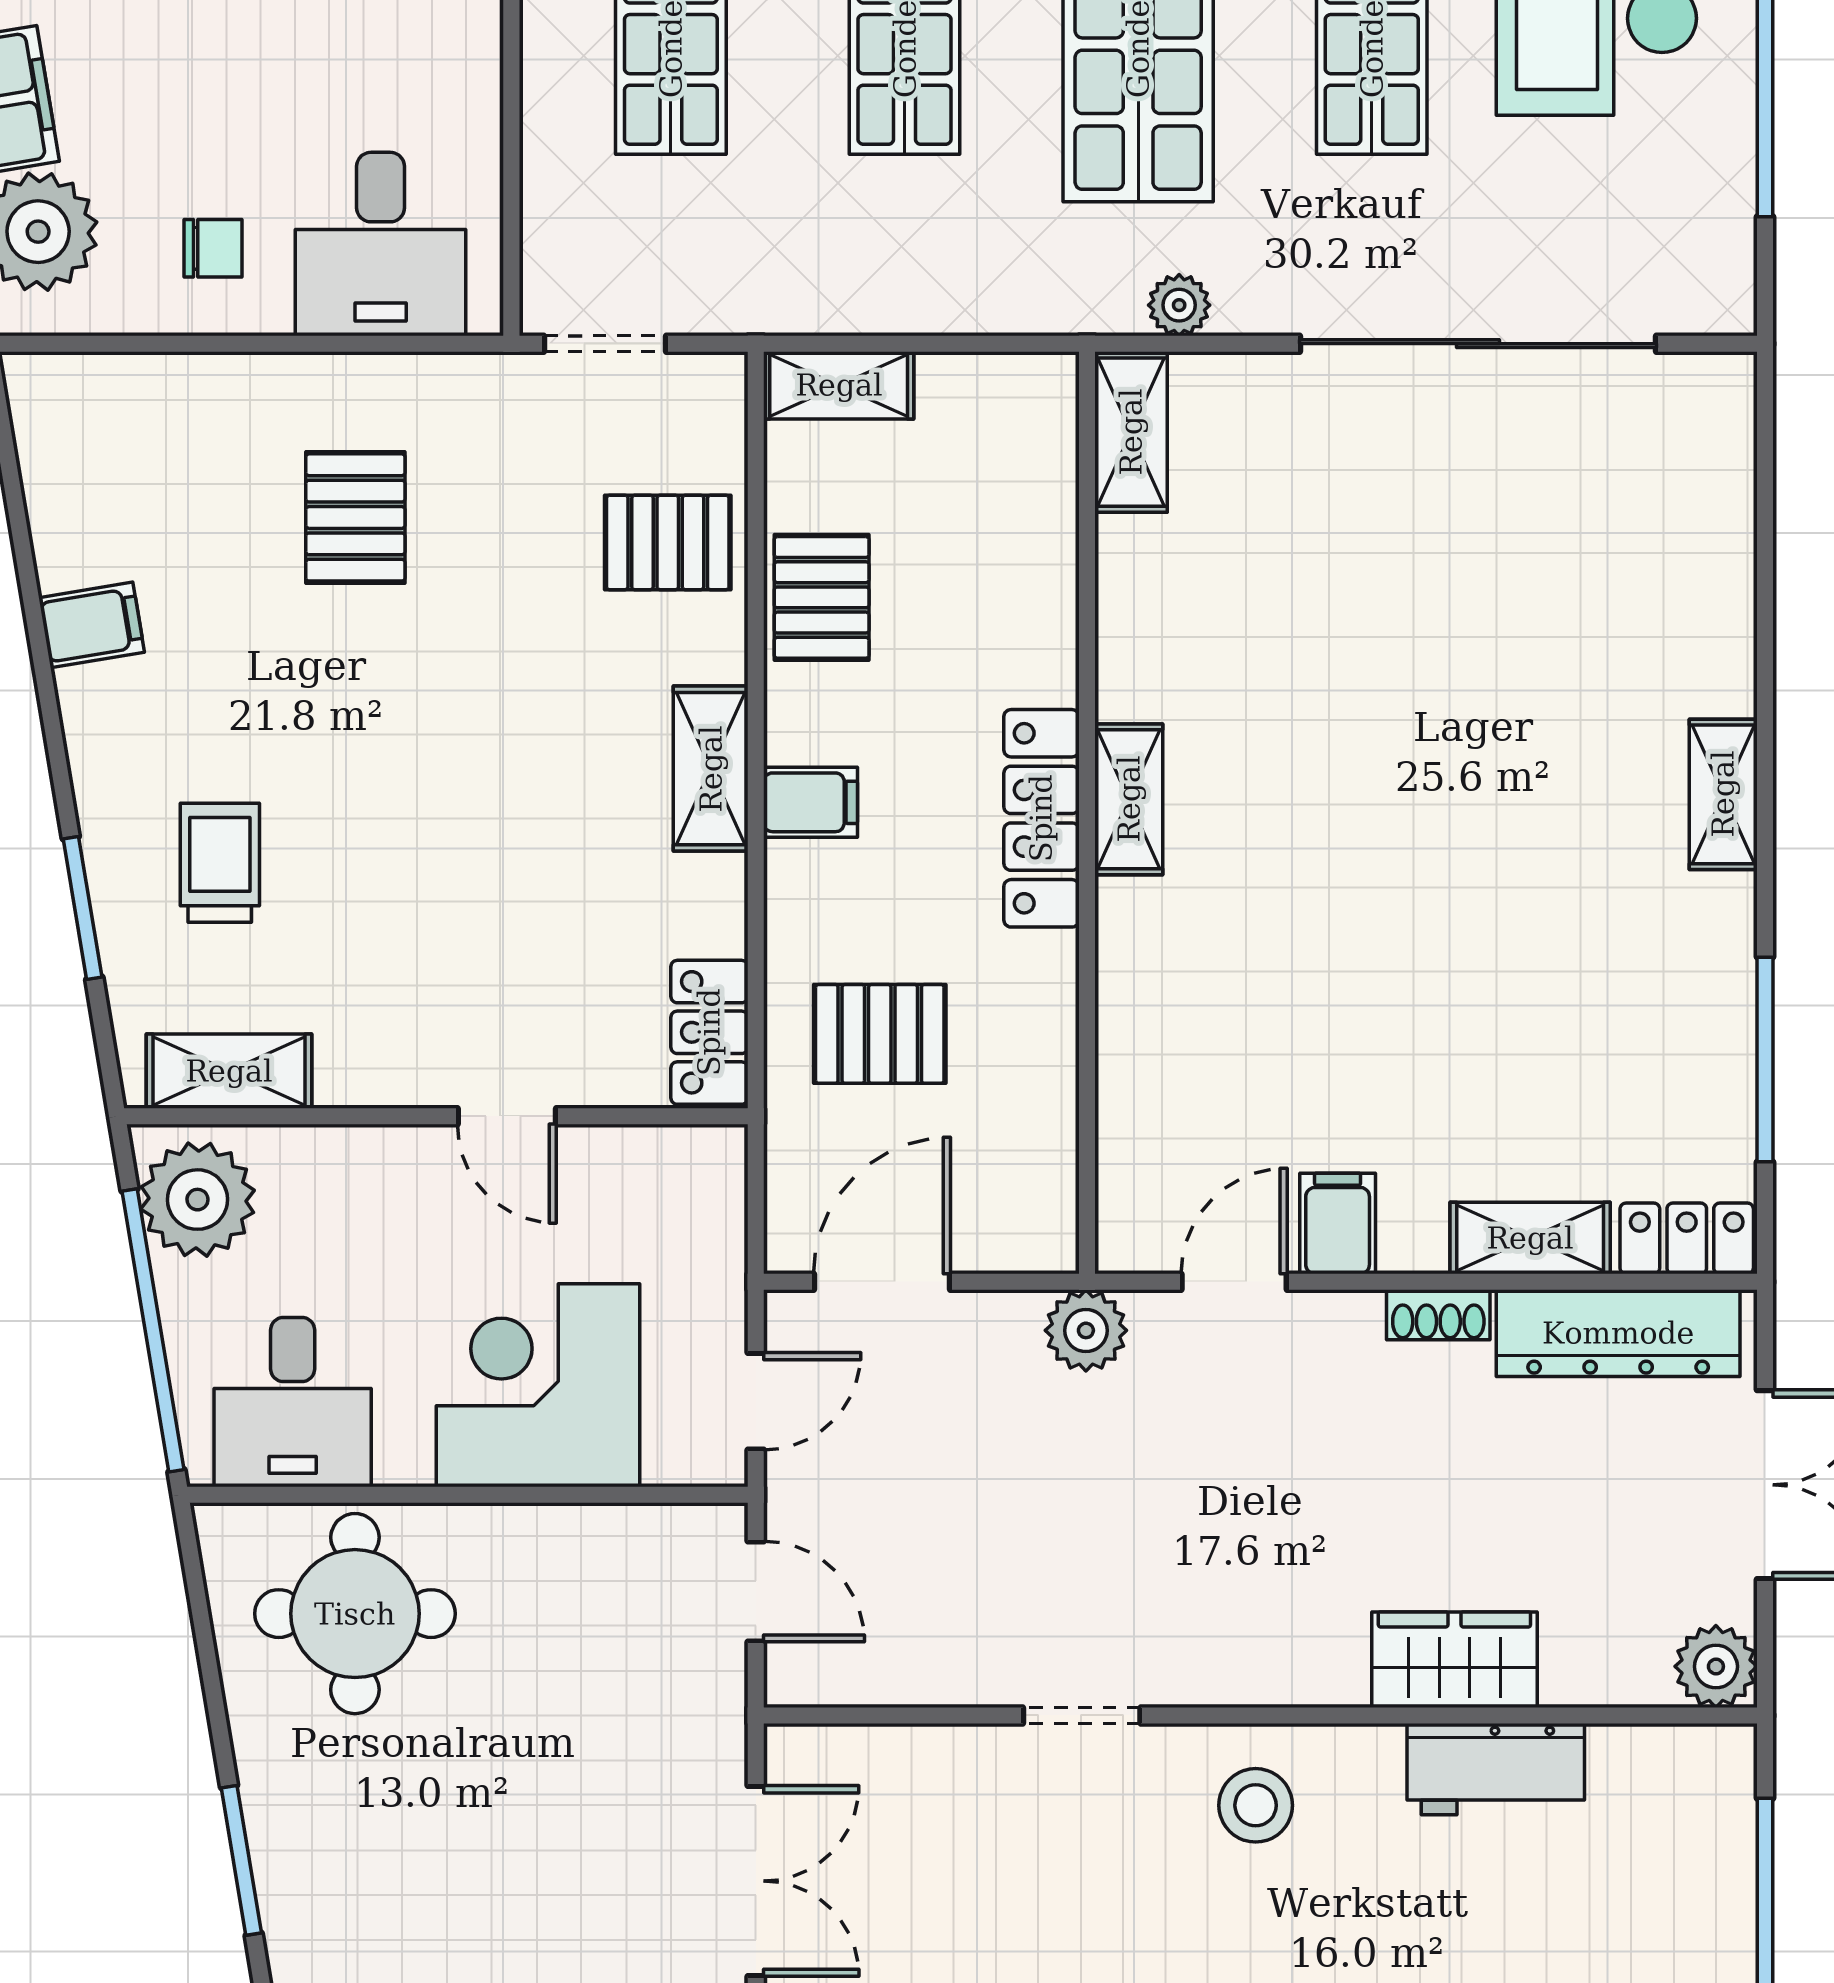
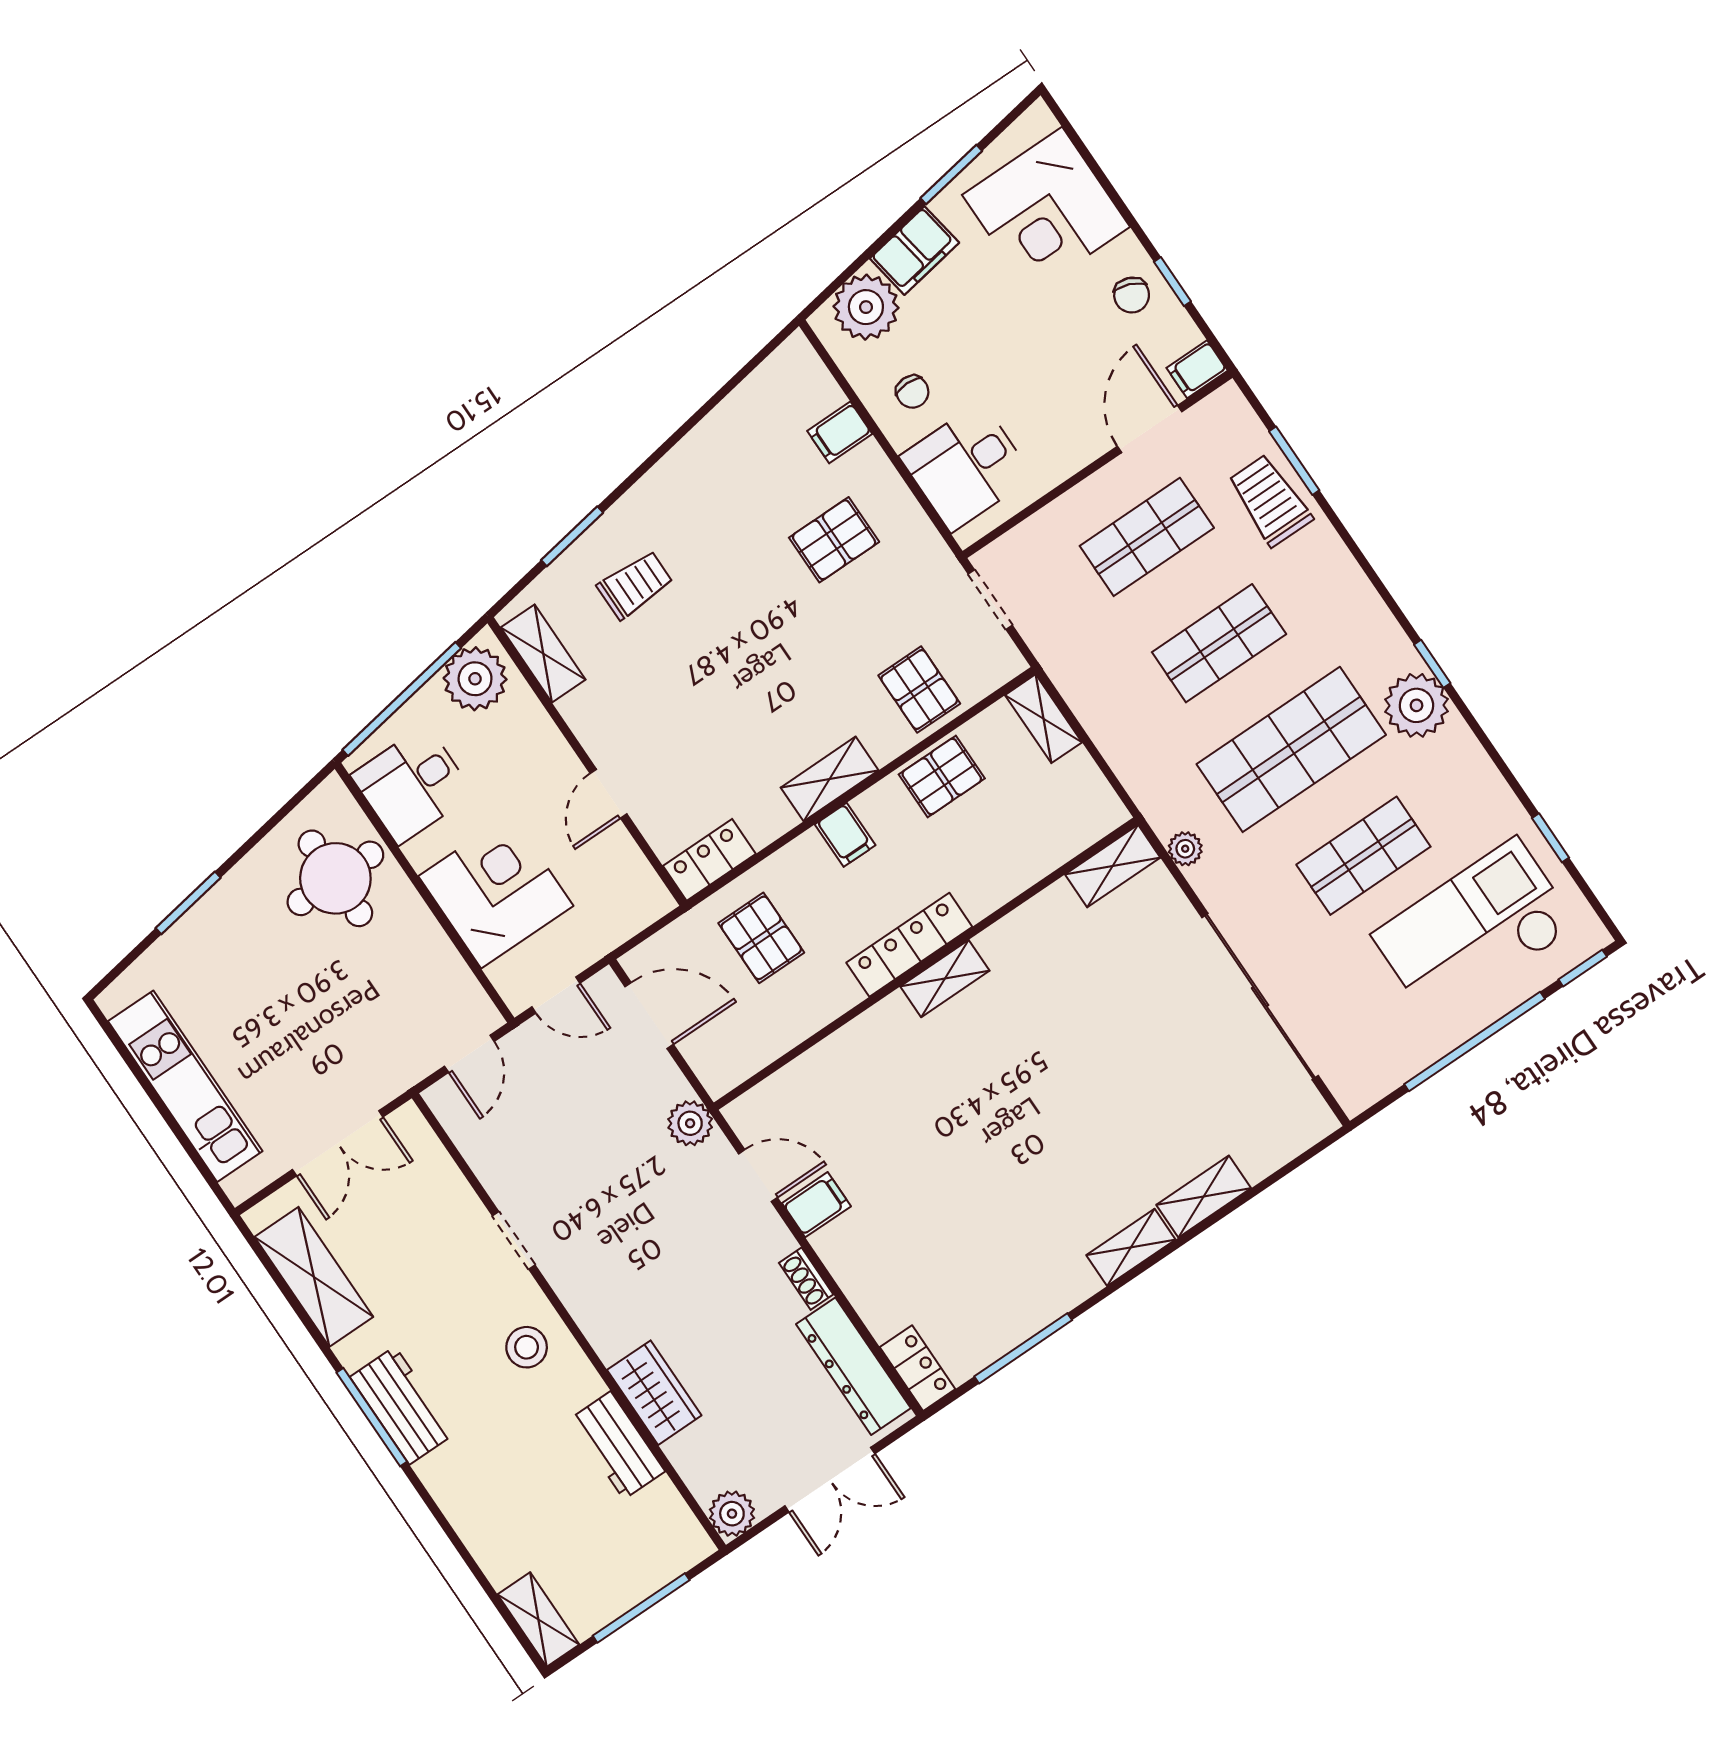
filing cabinet: (92, 625) -> (840, 432), moved, turned 99
shelving: (1530, 1238) -> (1204, 1196), moved, turned 90

